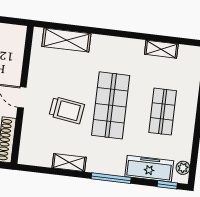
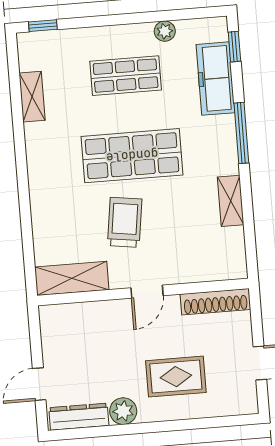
shelving: (66, 40) -> (72, 278), moved, turned 90
trolley: (67, 110) -> (125, 222), moved
plant: (183, 168) -> (165, 31), moved

